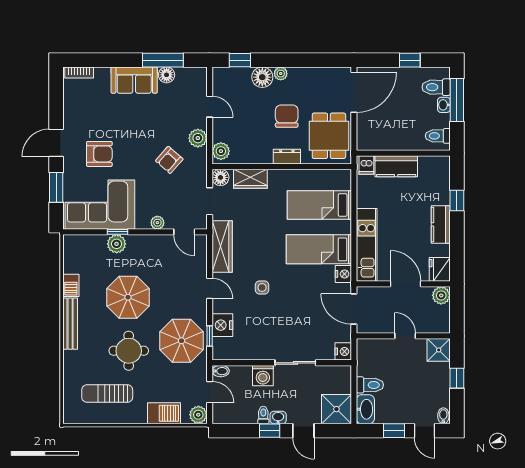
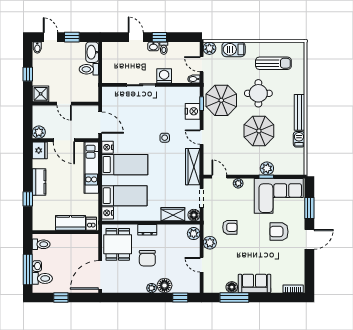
armchair: (169, 160) -> (230, 227), turned 49
nightstand: (343, 351) -> (108, 213), moved
shower: (336, 409) -> (112, 52), removed

